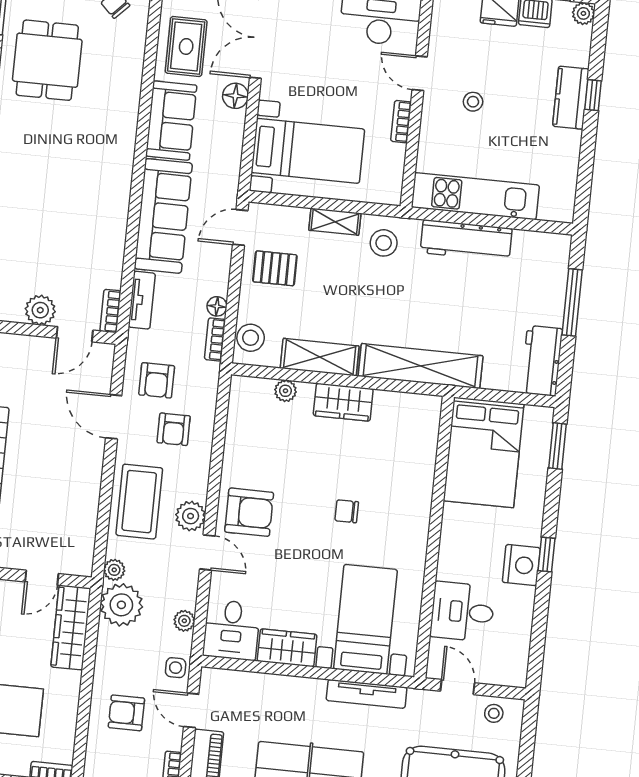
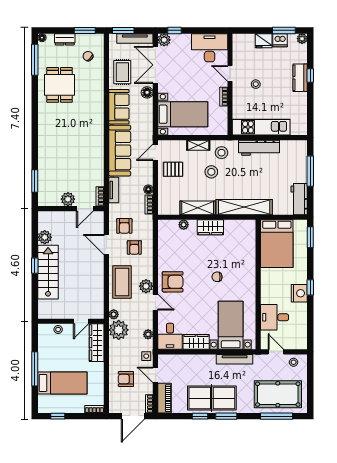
stool: (251, 338) -> (211, 172), moved

